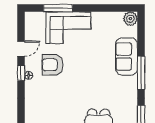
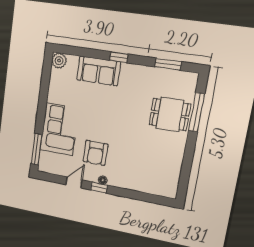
window: (58, 8) -> (37, 149), moved
door: (21, 49) -> (74, 182), hinge flipped
window: (141, 73) -> (119, 57), width x0.46

